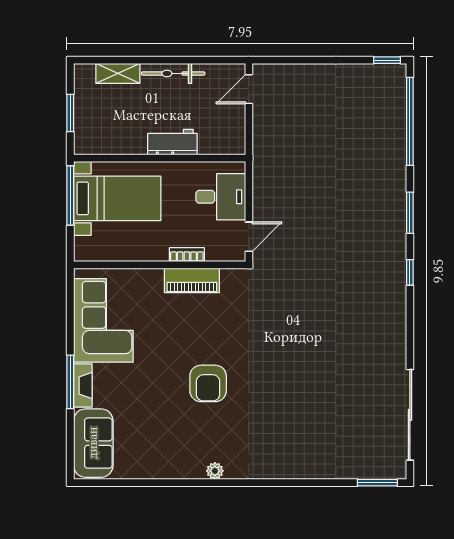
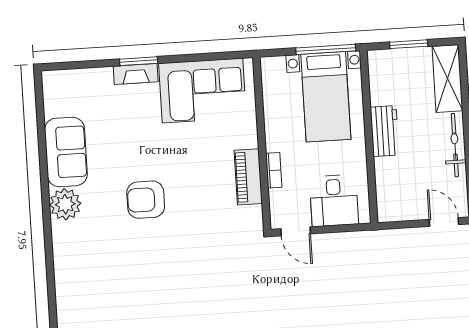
shelving: (118, 73) -> (447, 79), width x1.50, depth x1.33
workbench: (172, 142) -> (385, 131), moved
window: (70, 382) -> (139, 61), width x0.69
sofa: (93, 443) -> (66, 152), moved, turned -90
plant: (215, 471) -> (65, 204), width x1.88, depth x1.88

